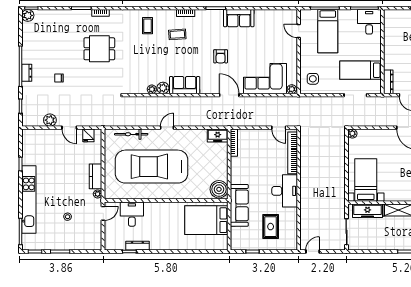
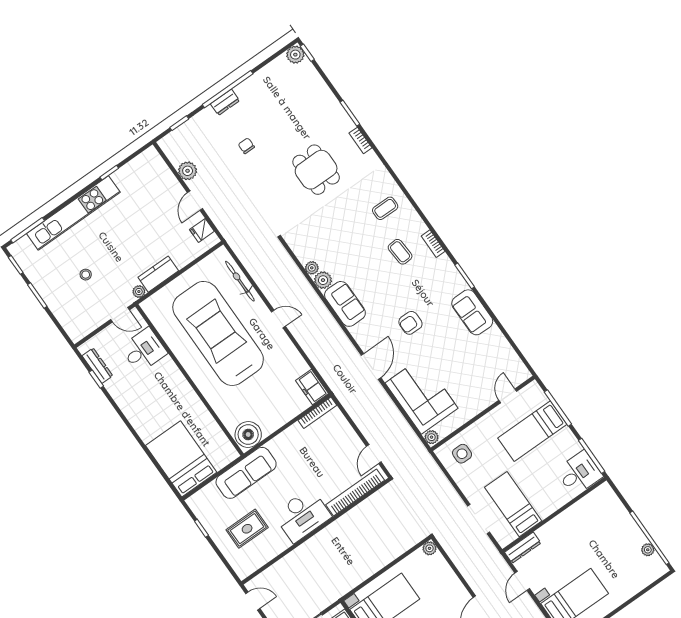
bed: (206, 220) -> (181, 459), moved
dresser: (137, 246) -> (97, 366), moved

